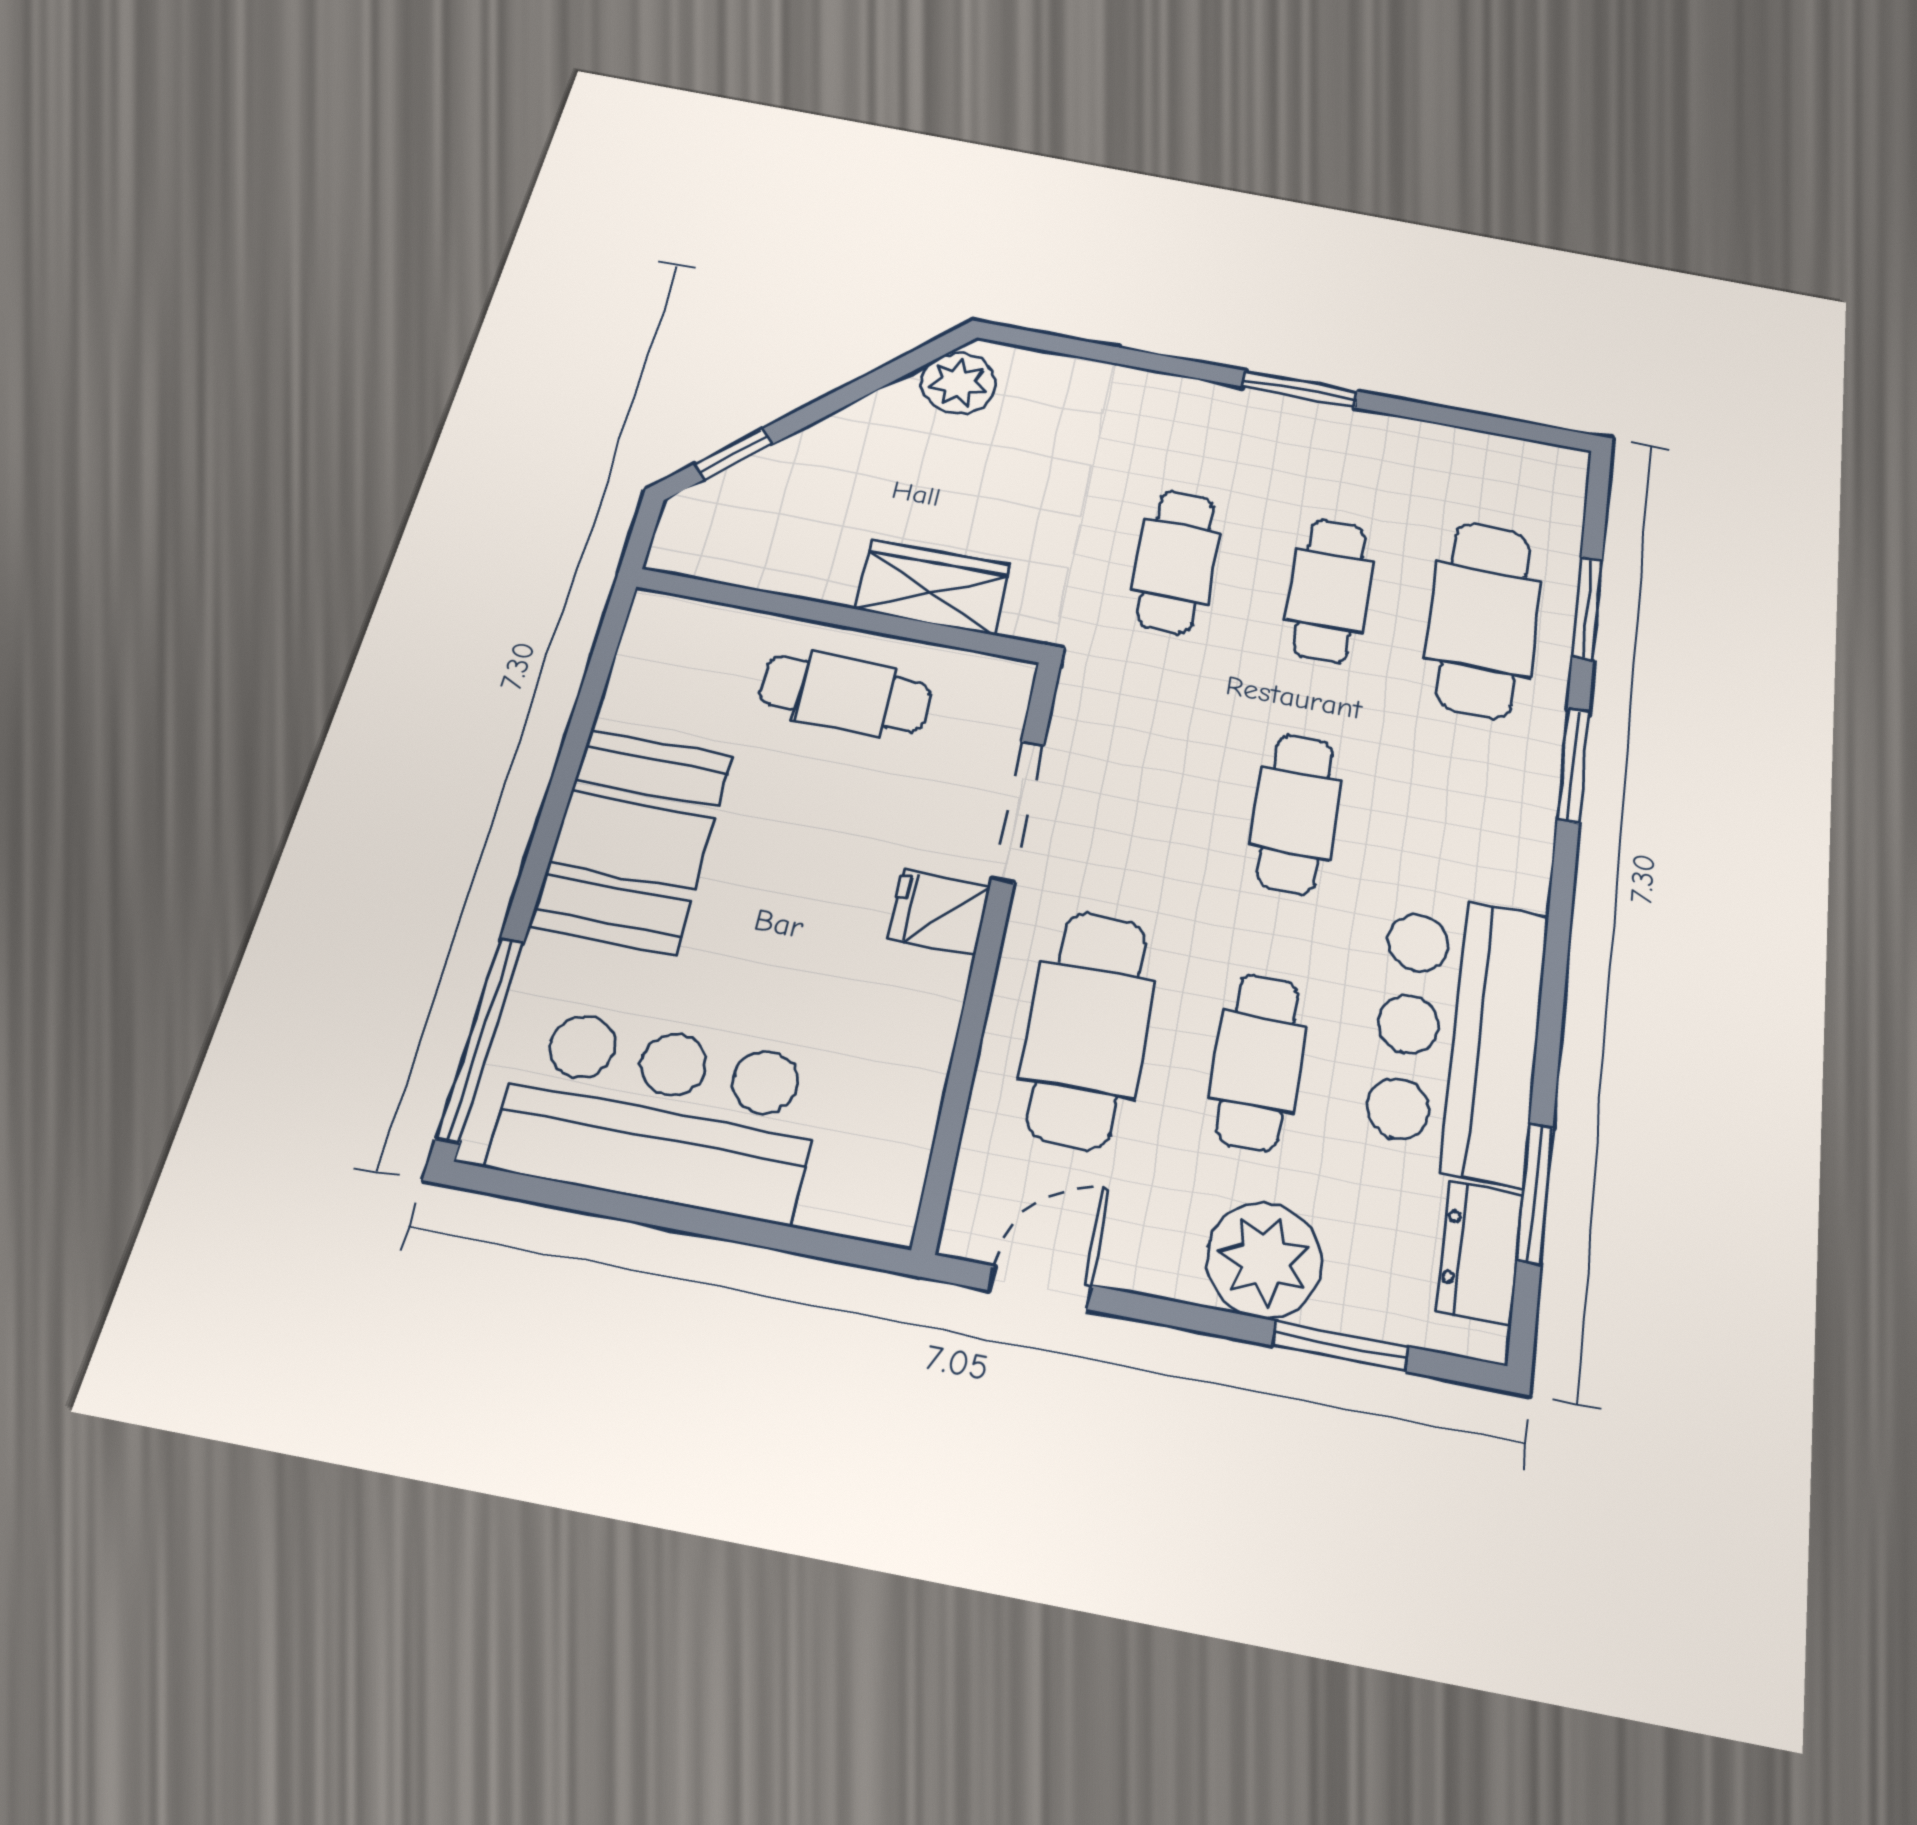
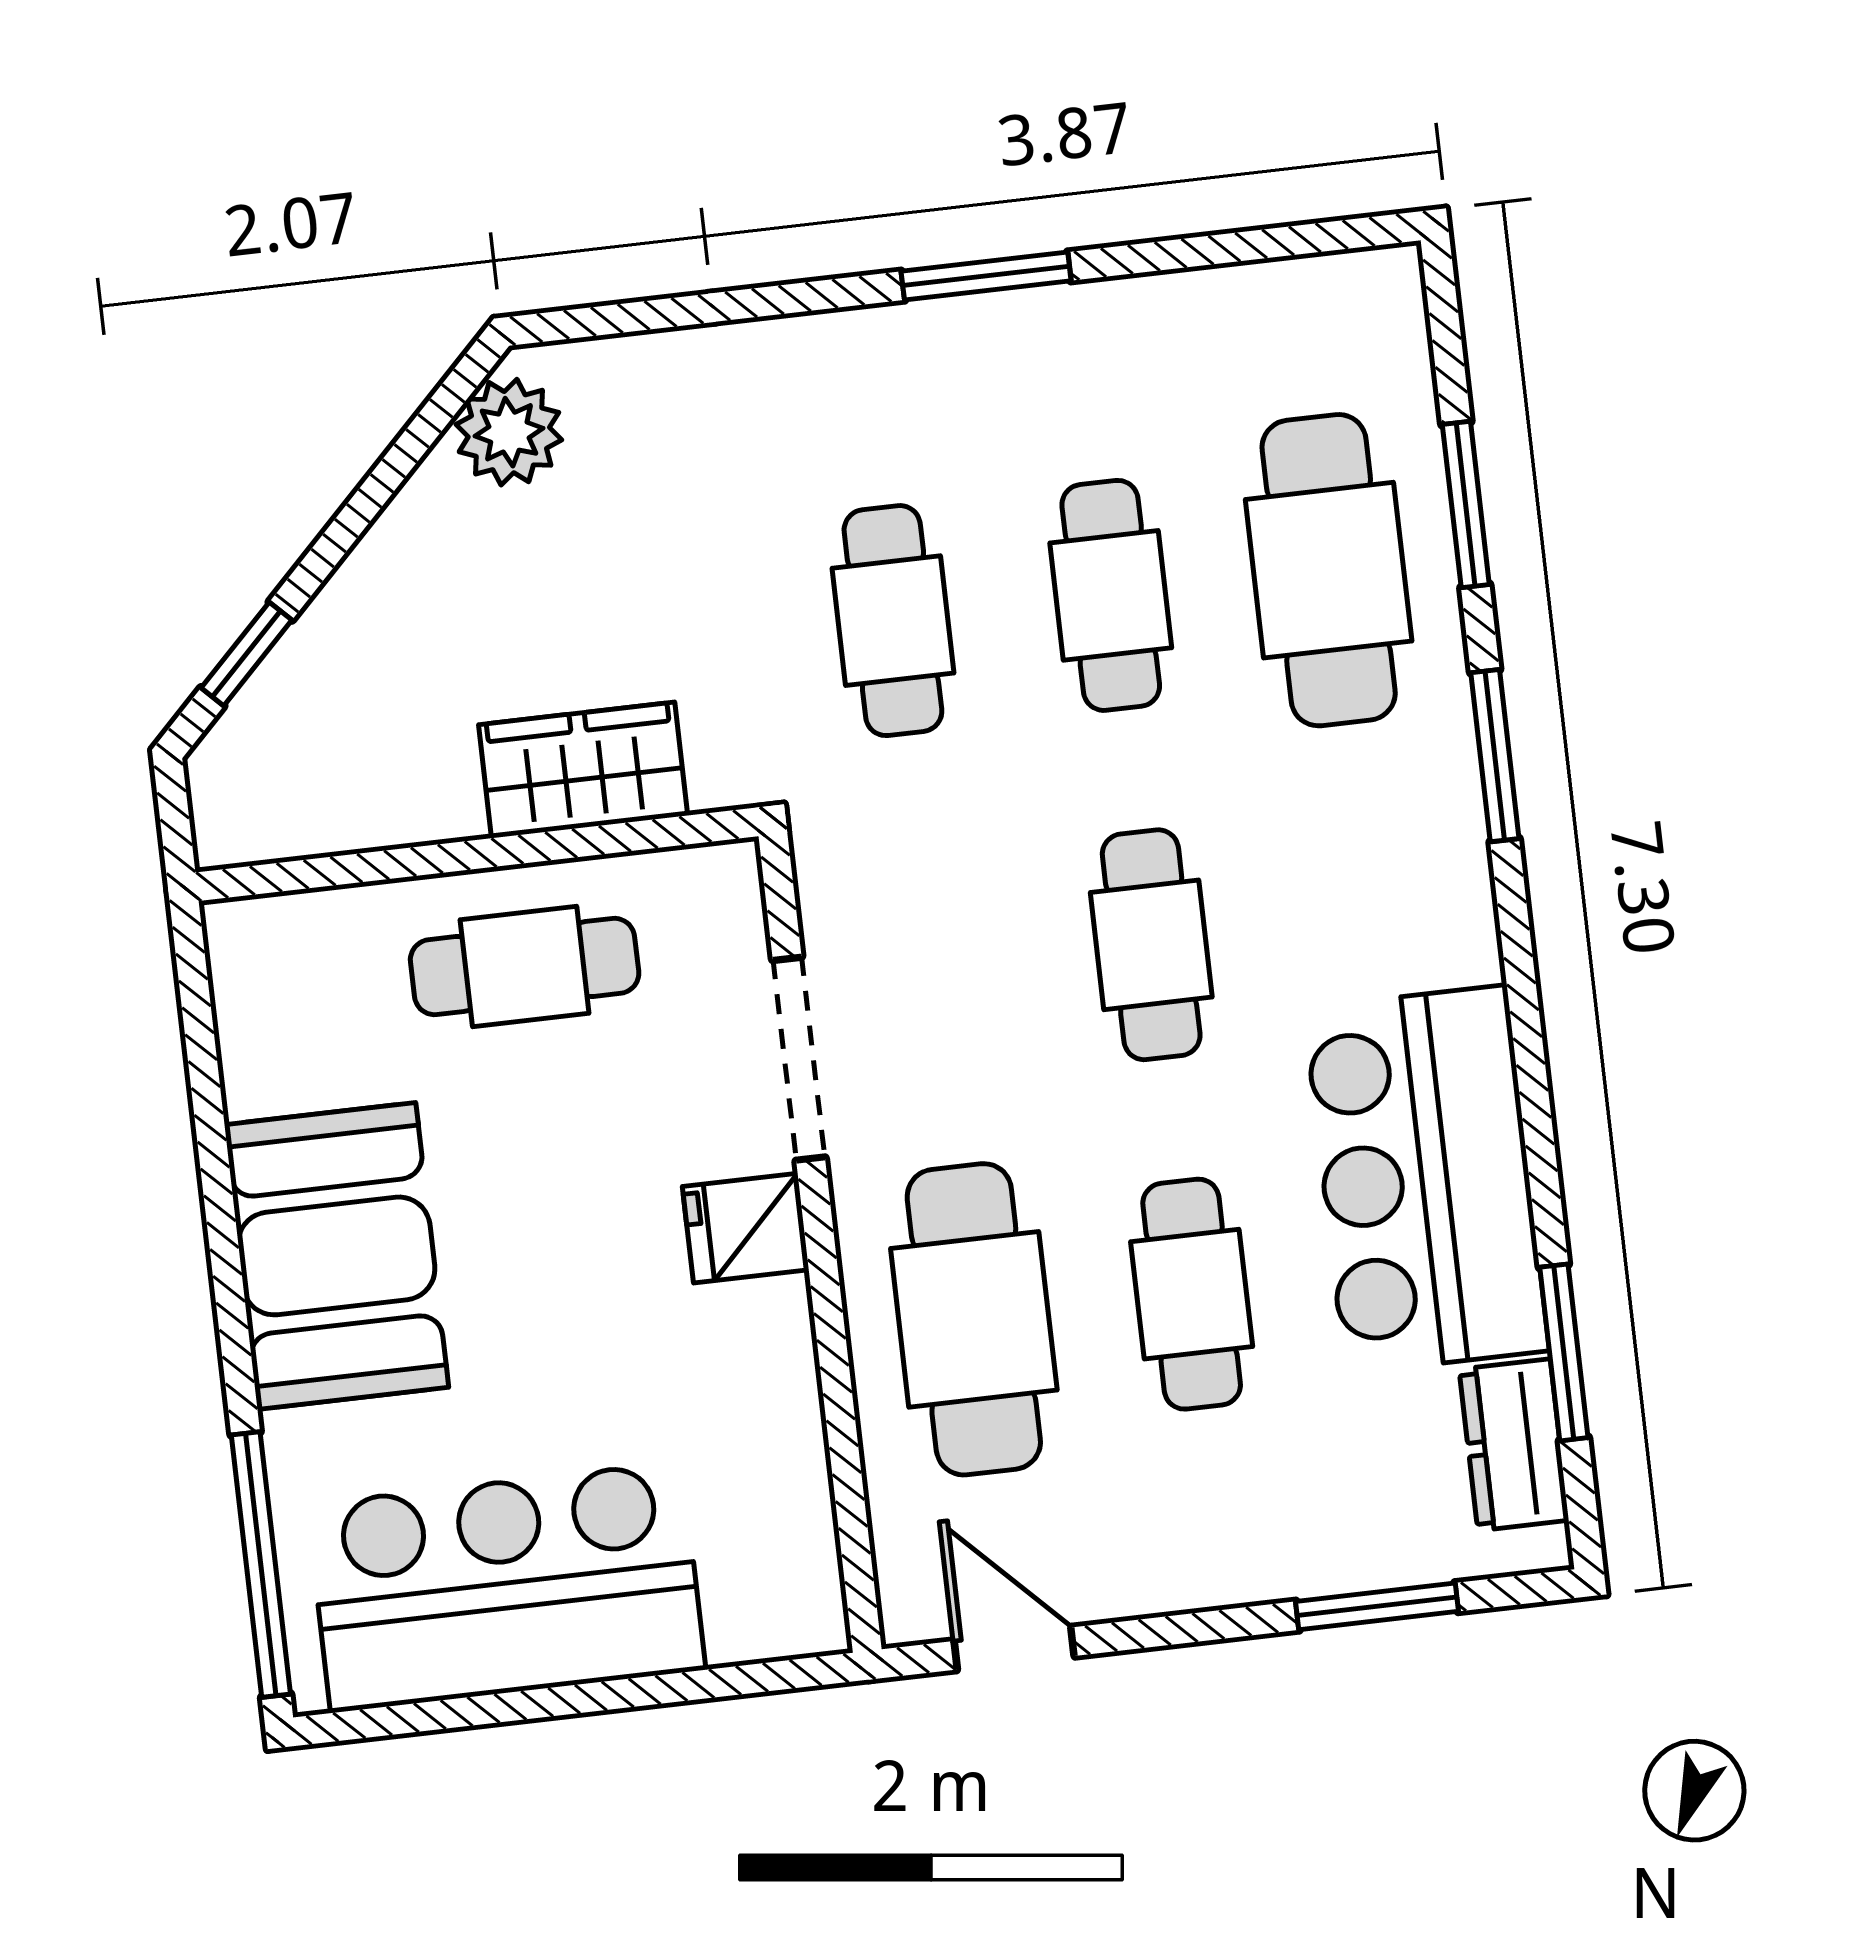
plant: (1264, 1260) -> (1263, 1535), removed
door: (1040, 1288) -> (1014, 1648), hinge flipped

